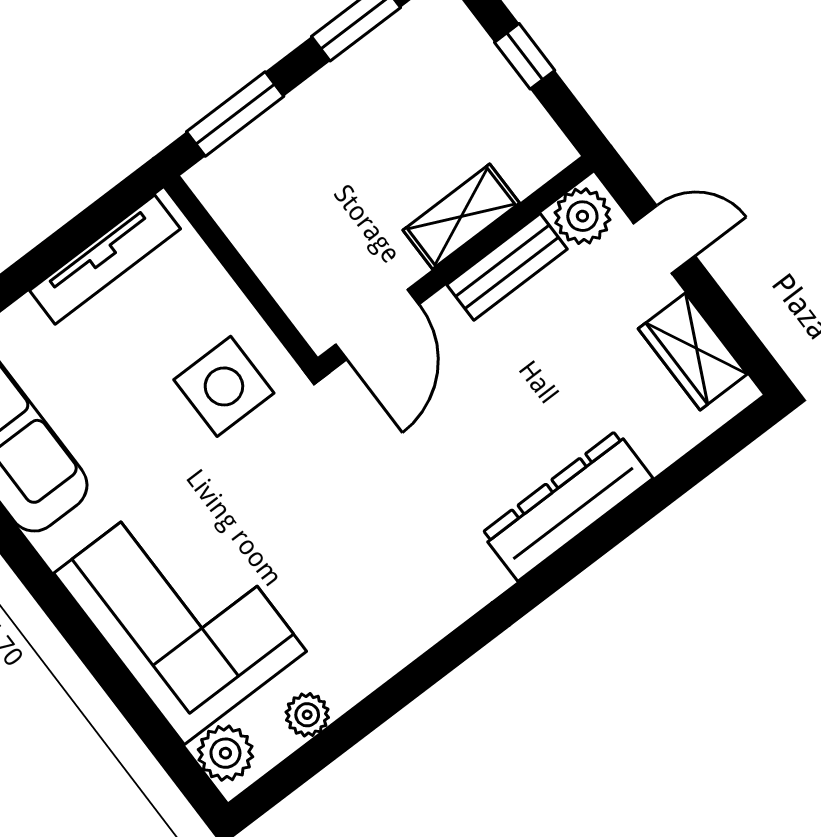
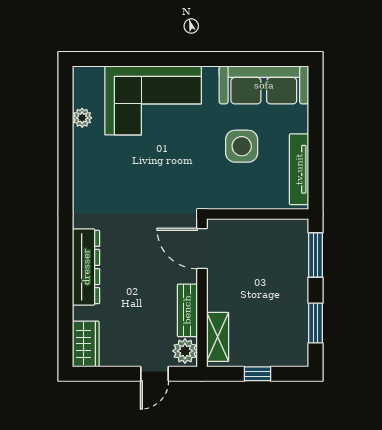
shelving: (461, 217) -> (218, 337), moved
wardrobe: (693, 351) -> (86, 344), moved, turned 90
side table: (224, 386) -> (242, 146), moved
plant: (225, 753) -> (91, 78), removed

